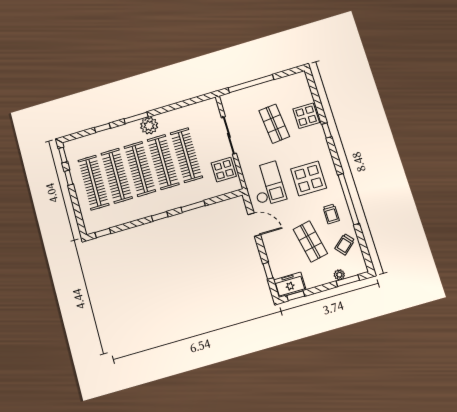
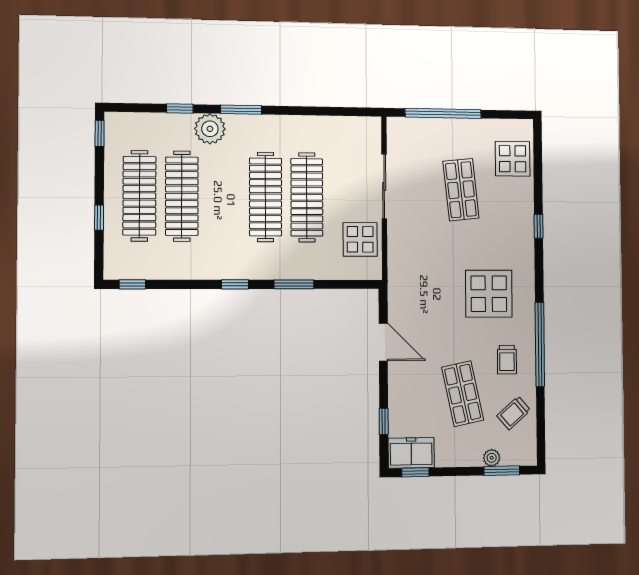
display table: (306, 116) -> (513, 159), moved
plant: (149, 126) -> (210, 129), moved
clothes rail: (140, 169) -> (224, 197), removed
window: (69, 178) -> (99, 218), moved
checkout: (268, 184) -> (423, 283), removed

